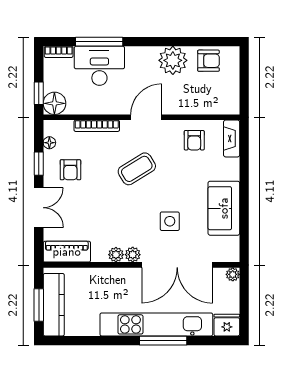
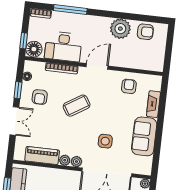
desk: (99, 66) -> (63, 47), moved, turned 180
fireplace: (232, 138) -> (153, 104), moved
armchair: (194, 140) -> (129, 86), turned 180
coffee table: (137, 169) -> (77, 106), moved
piano: (67, 252) -> (42, 156), moved

